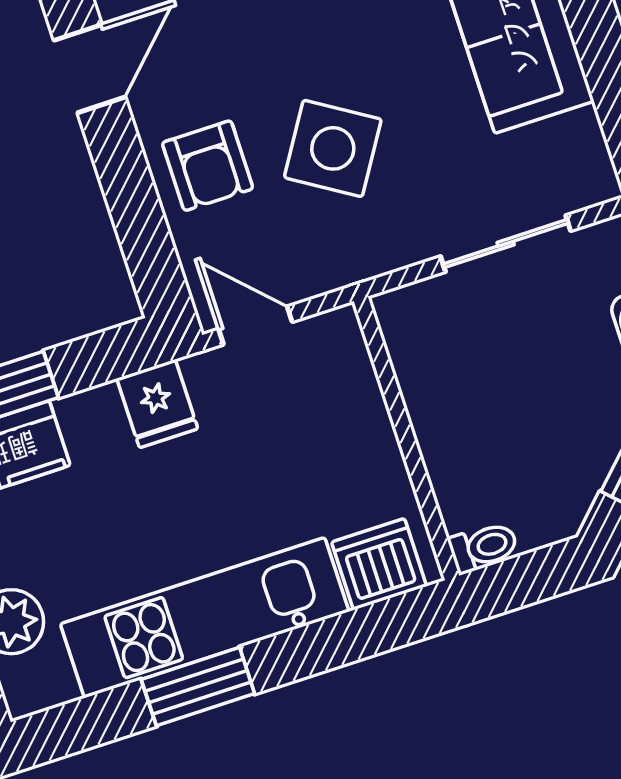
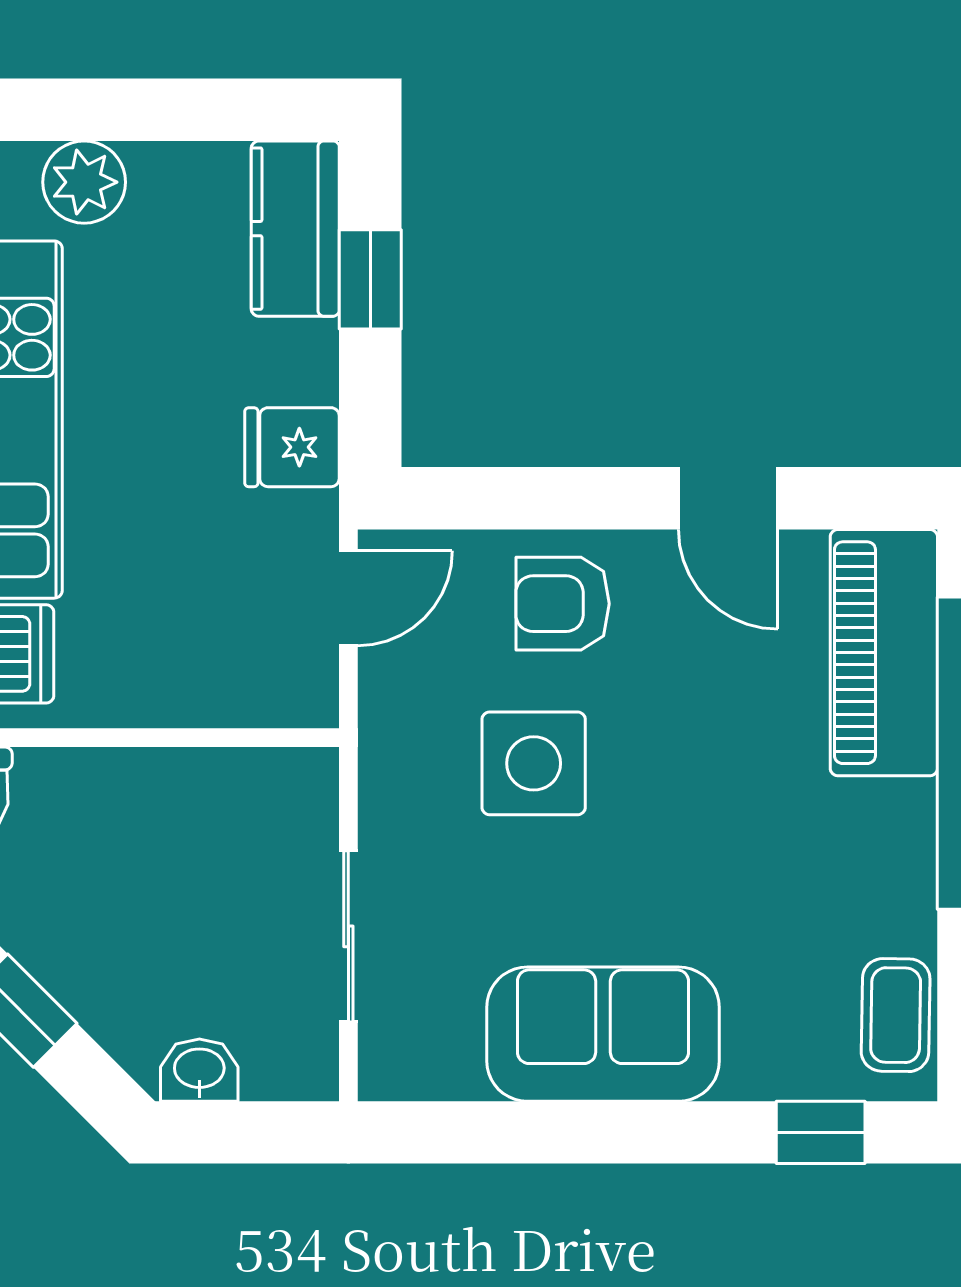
side table: (333, 148) -> (534, 763), turned -32

